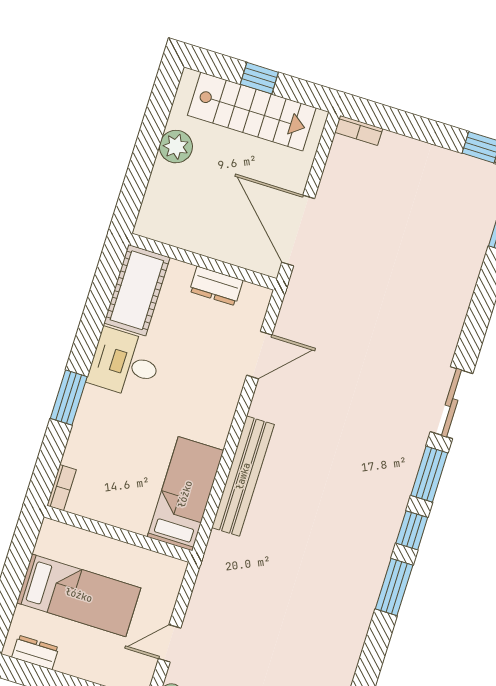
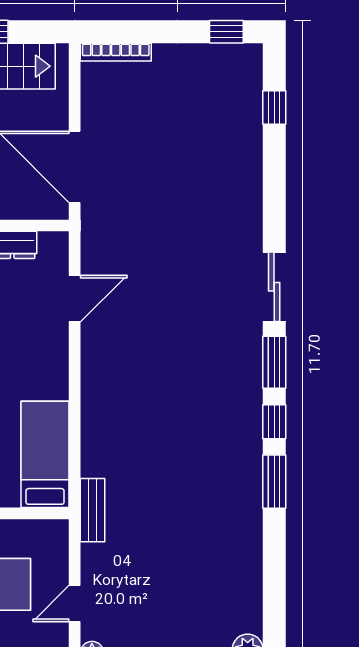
bookcase: (359, 130) -> (116, 52), width x1.56
bench: (243, 476) -> (93, 510), moved, width x0.54, depth x0.82

